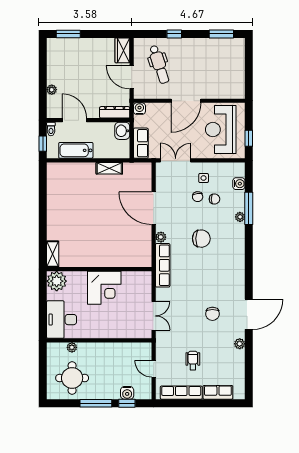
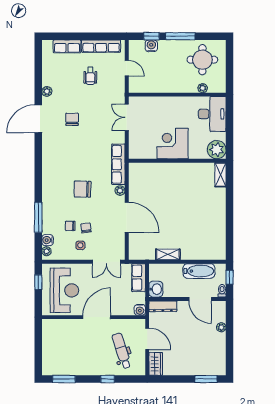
plant: (240, 217) -> (46, 251), moved

